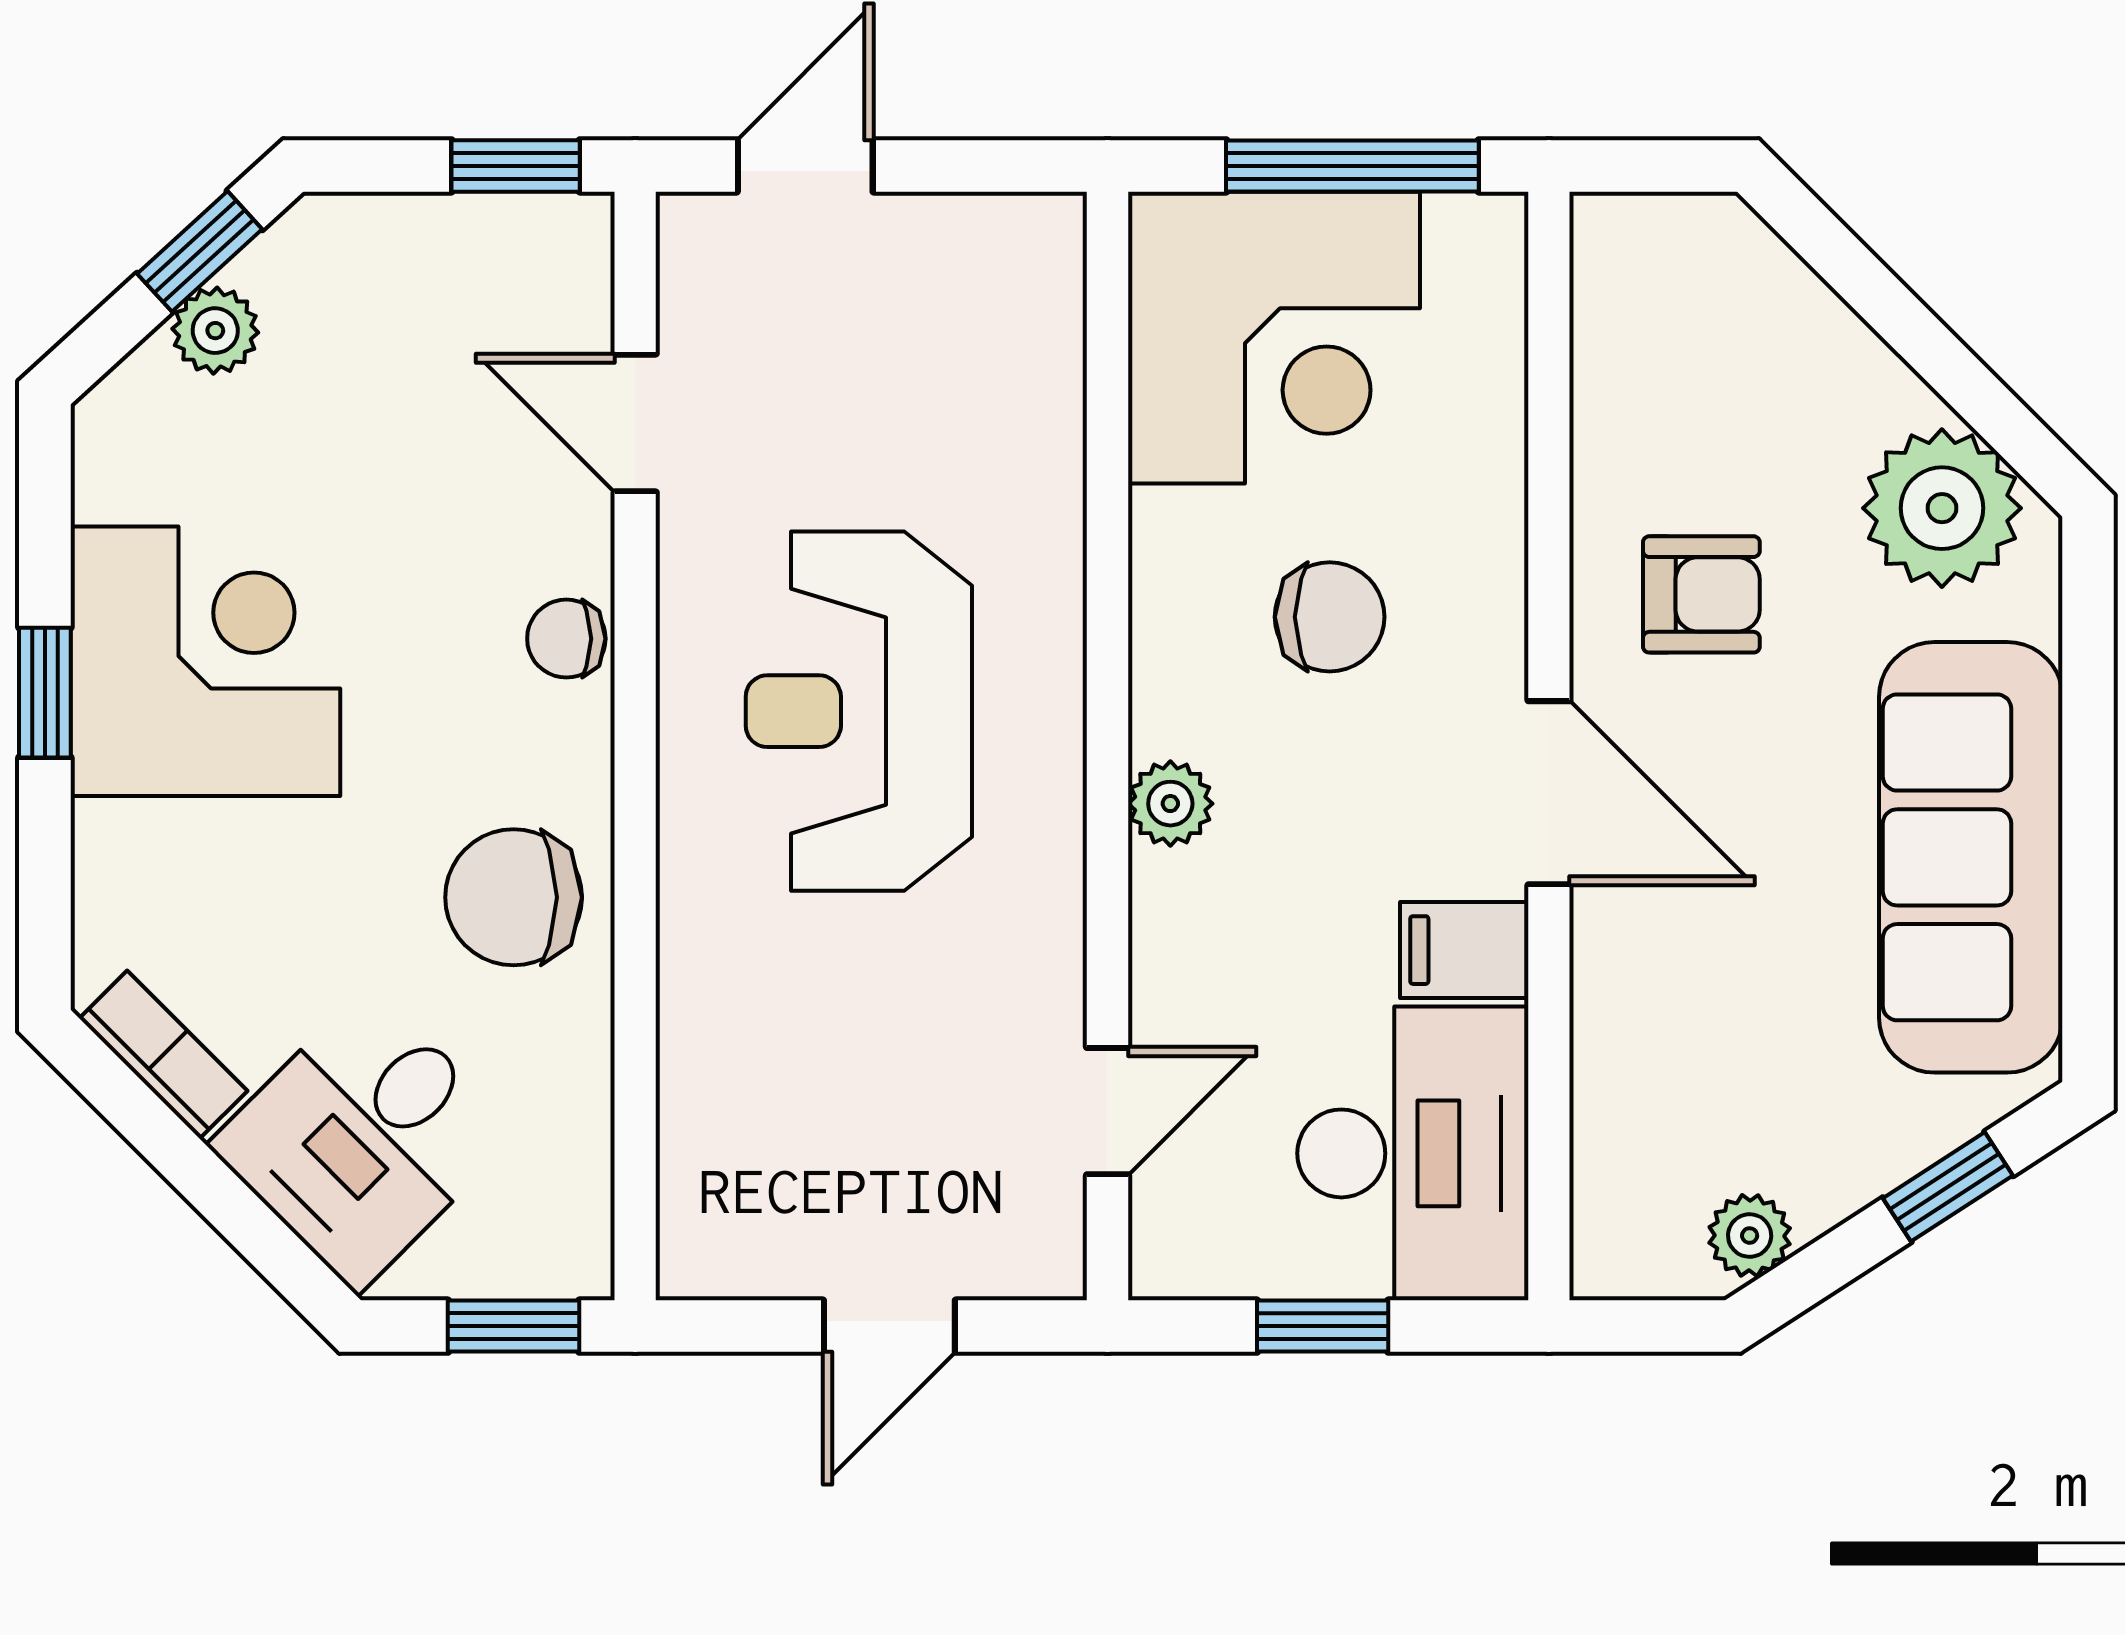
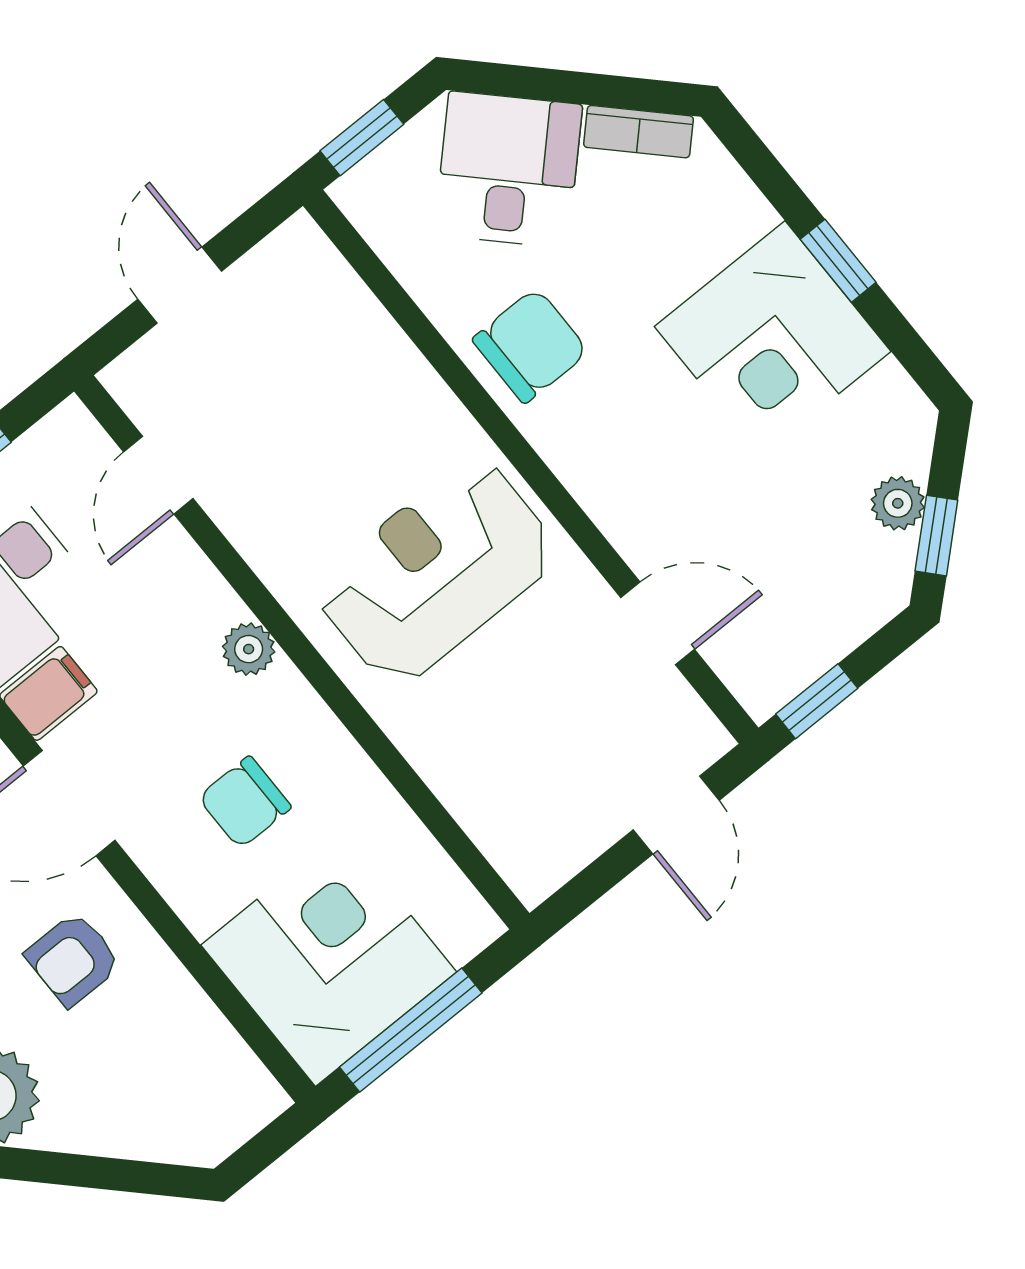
corner desk: (1274, 338) -> (329, 958), moved, turned 90
chair: (566, 639) -> (606, 492), removed
reception desk: (859, 711) -> (436, 572), turned -90

